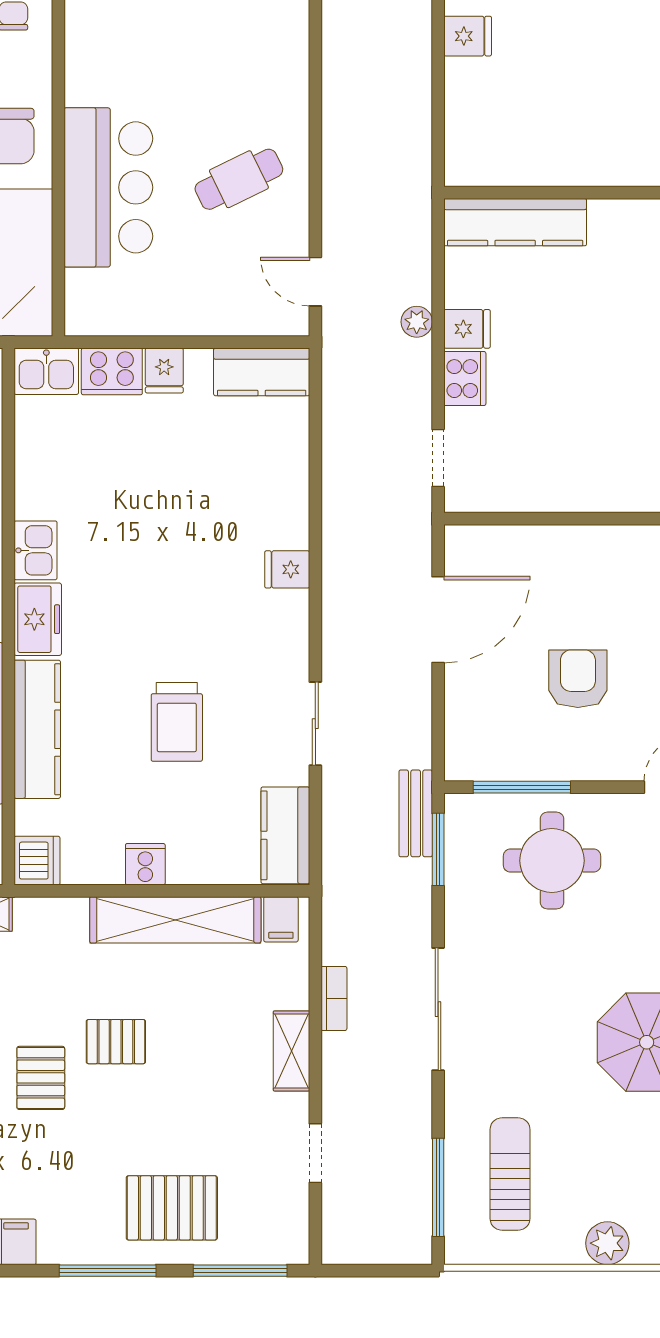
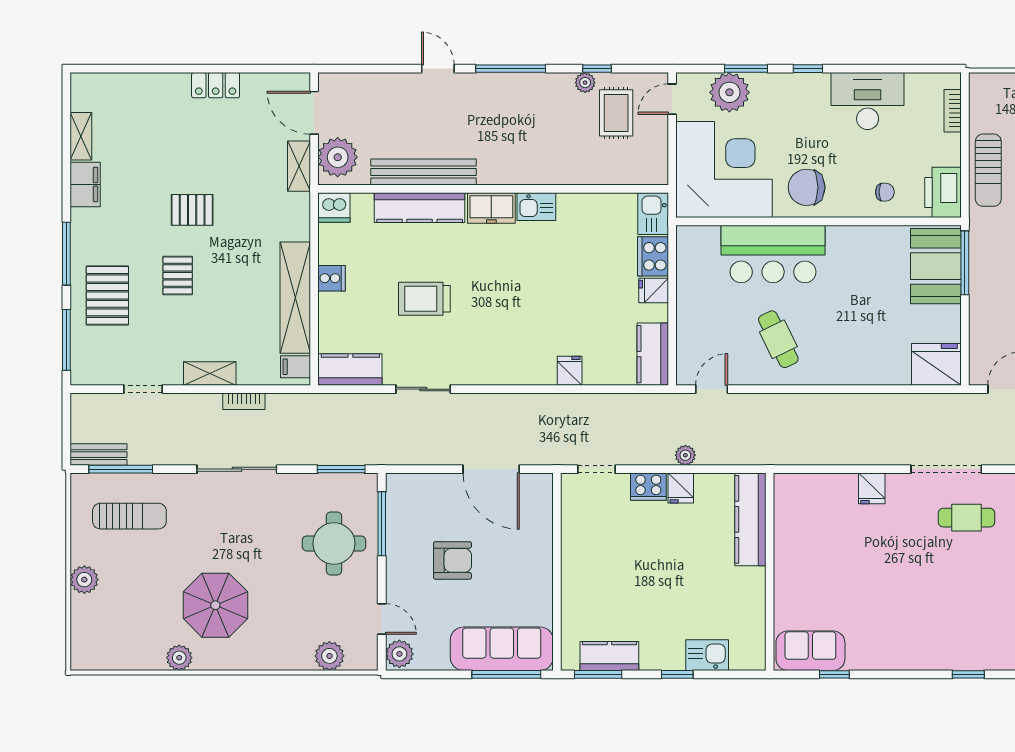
fridge: (287, 569) -> (570, 371), moved
bench: (416, 813) -> (99, 455), moved
pallet: (116, 1042) -> (178, 276), moved

